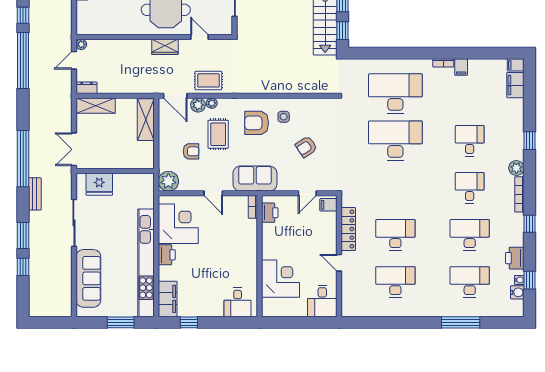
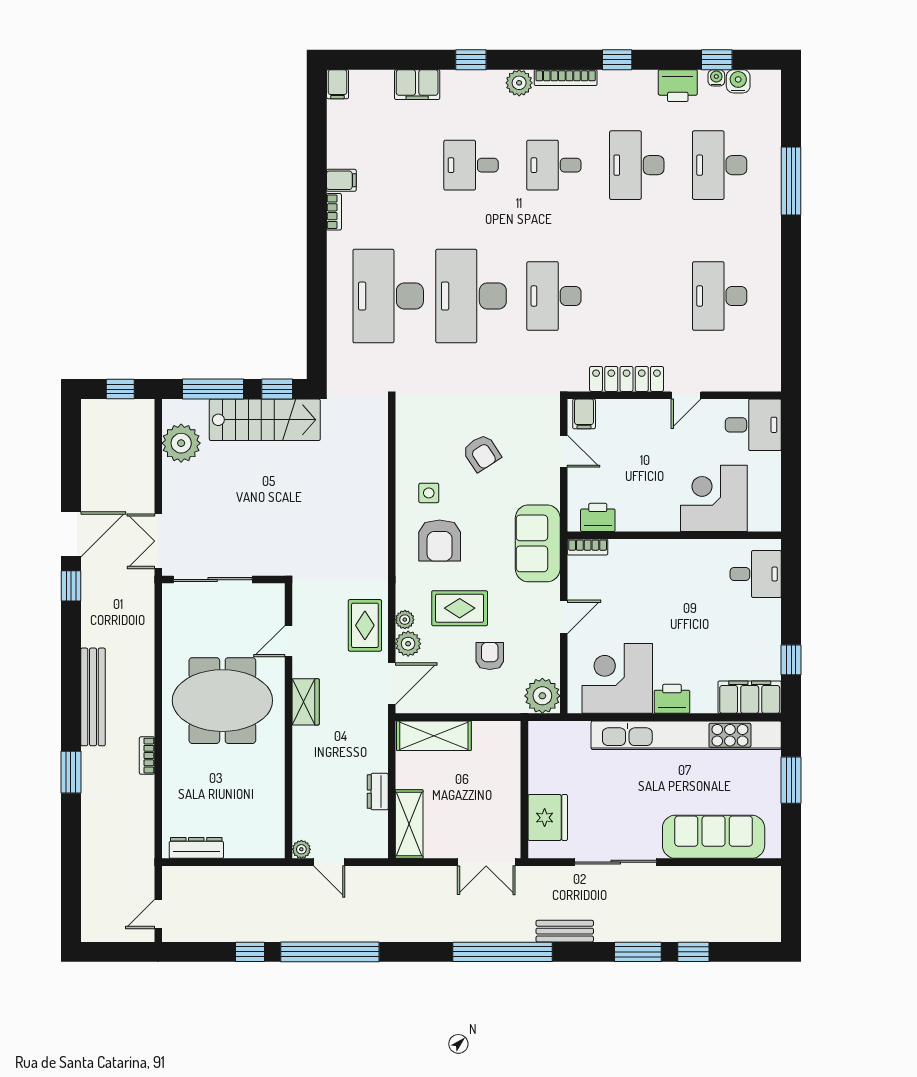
filing cabinet: (515, 85) -> (417, 85), moved
dresser: (87, 88) -> (378, 792), moved
desk: (395, 235) -> (554, 296), moved

